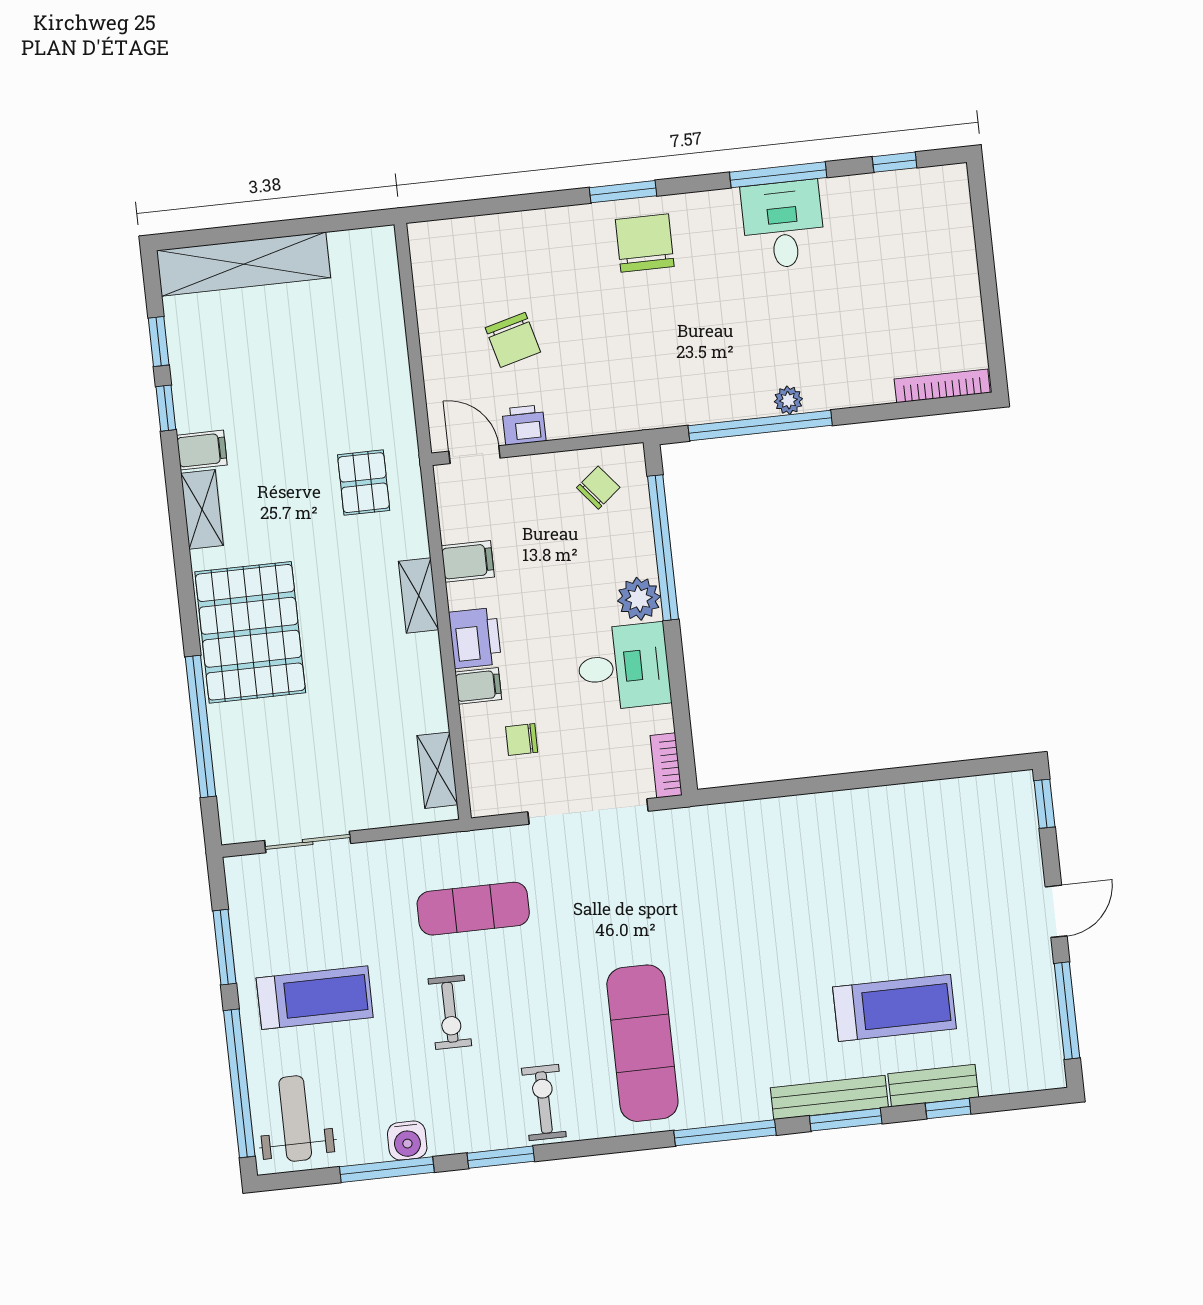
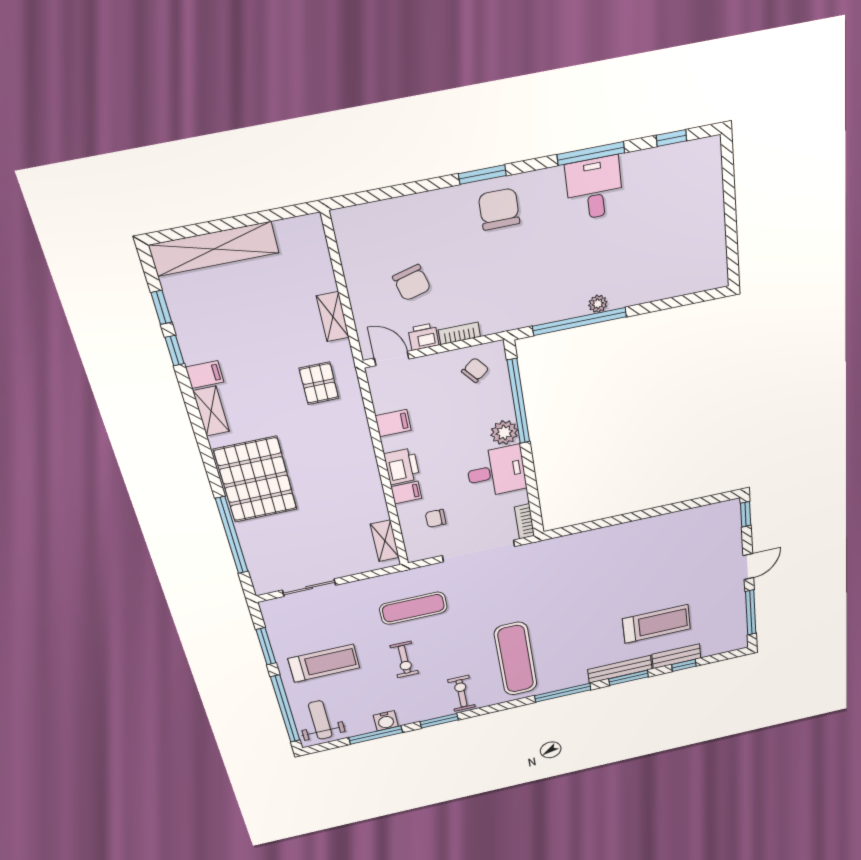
bookcase: (942, 386) -> (459, 333), moved, width x0.64
shelving: (419, 595) -> (333, 317), moved

